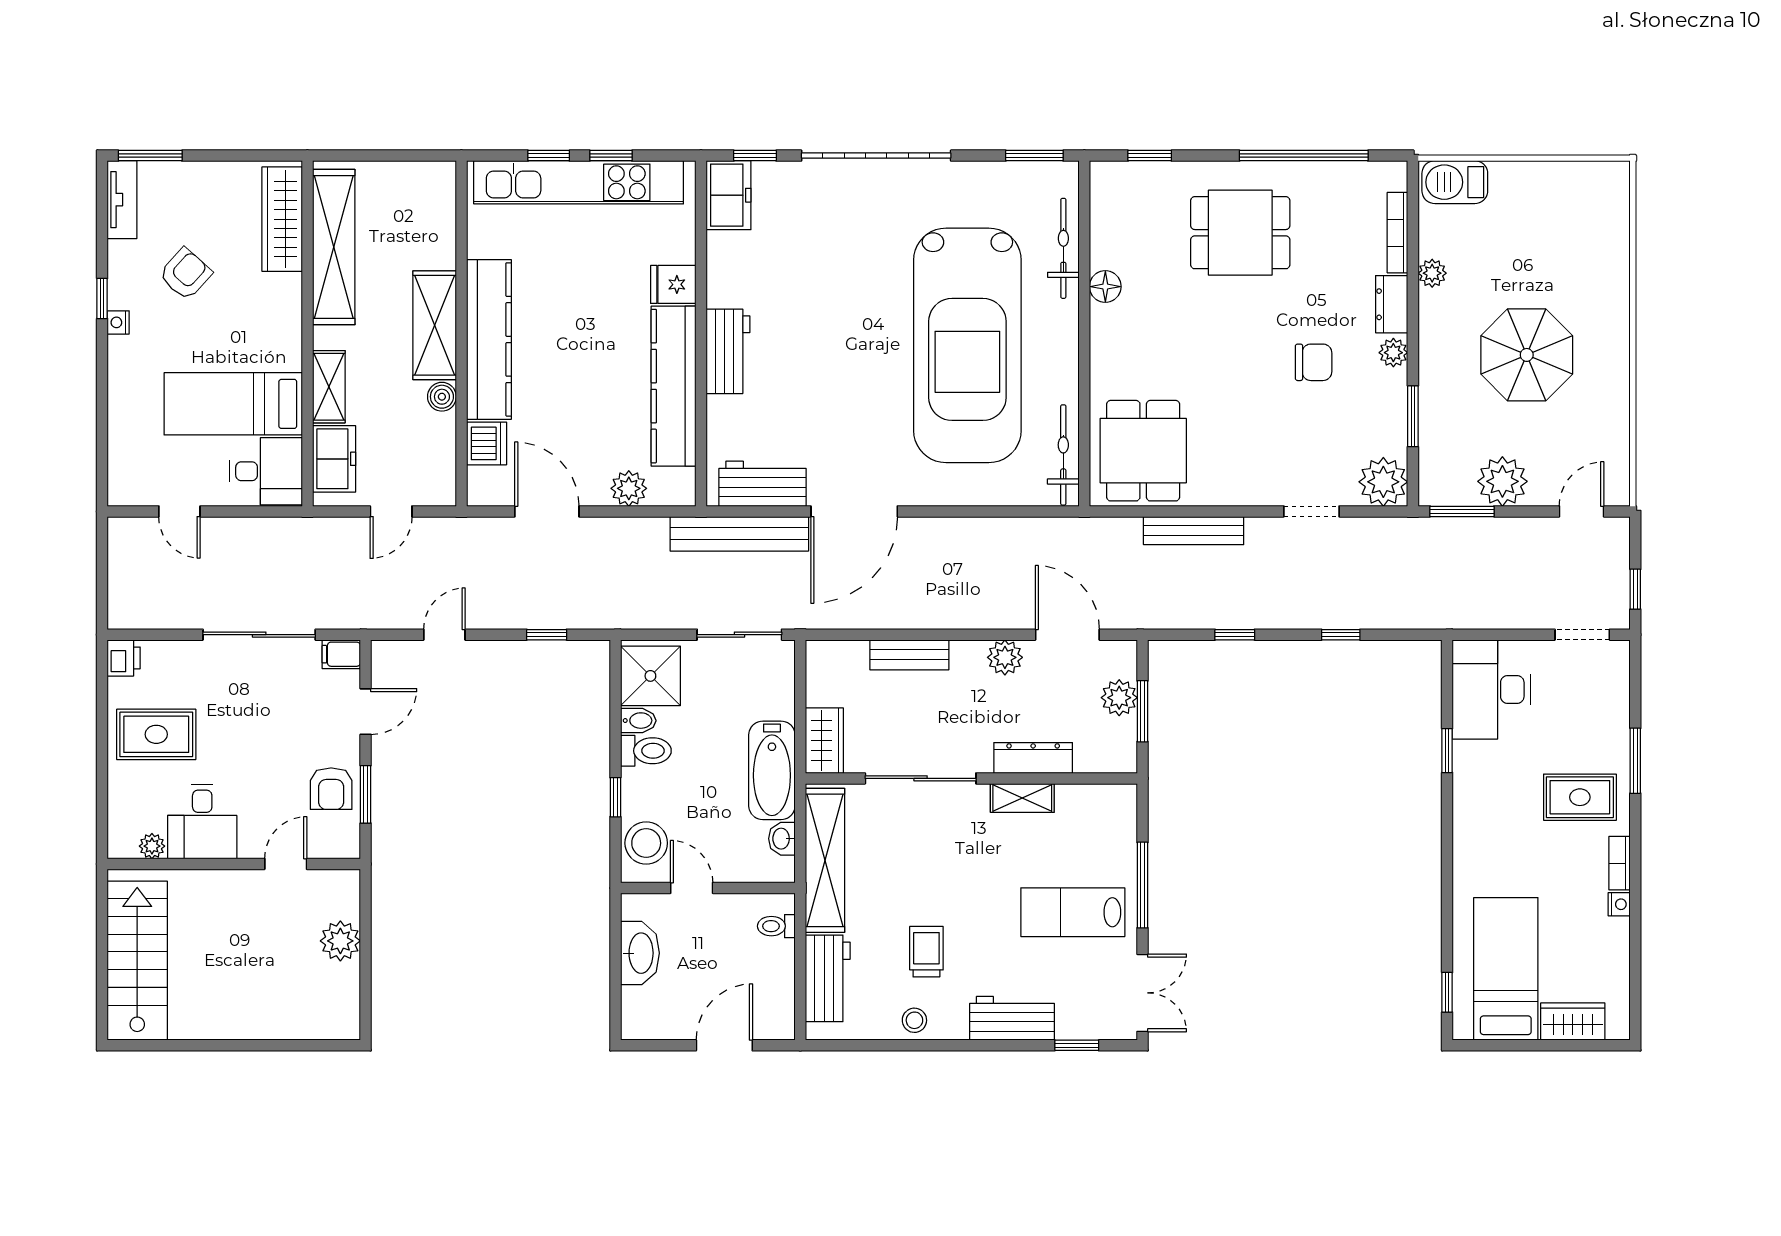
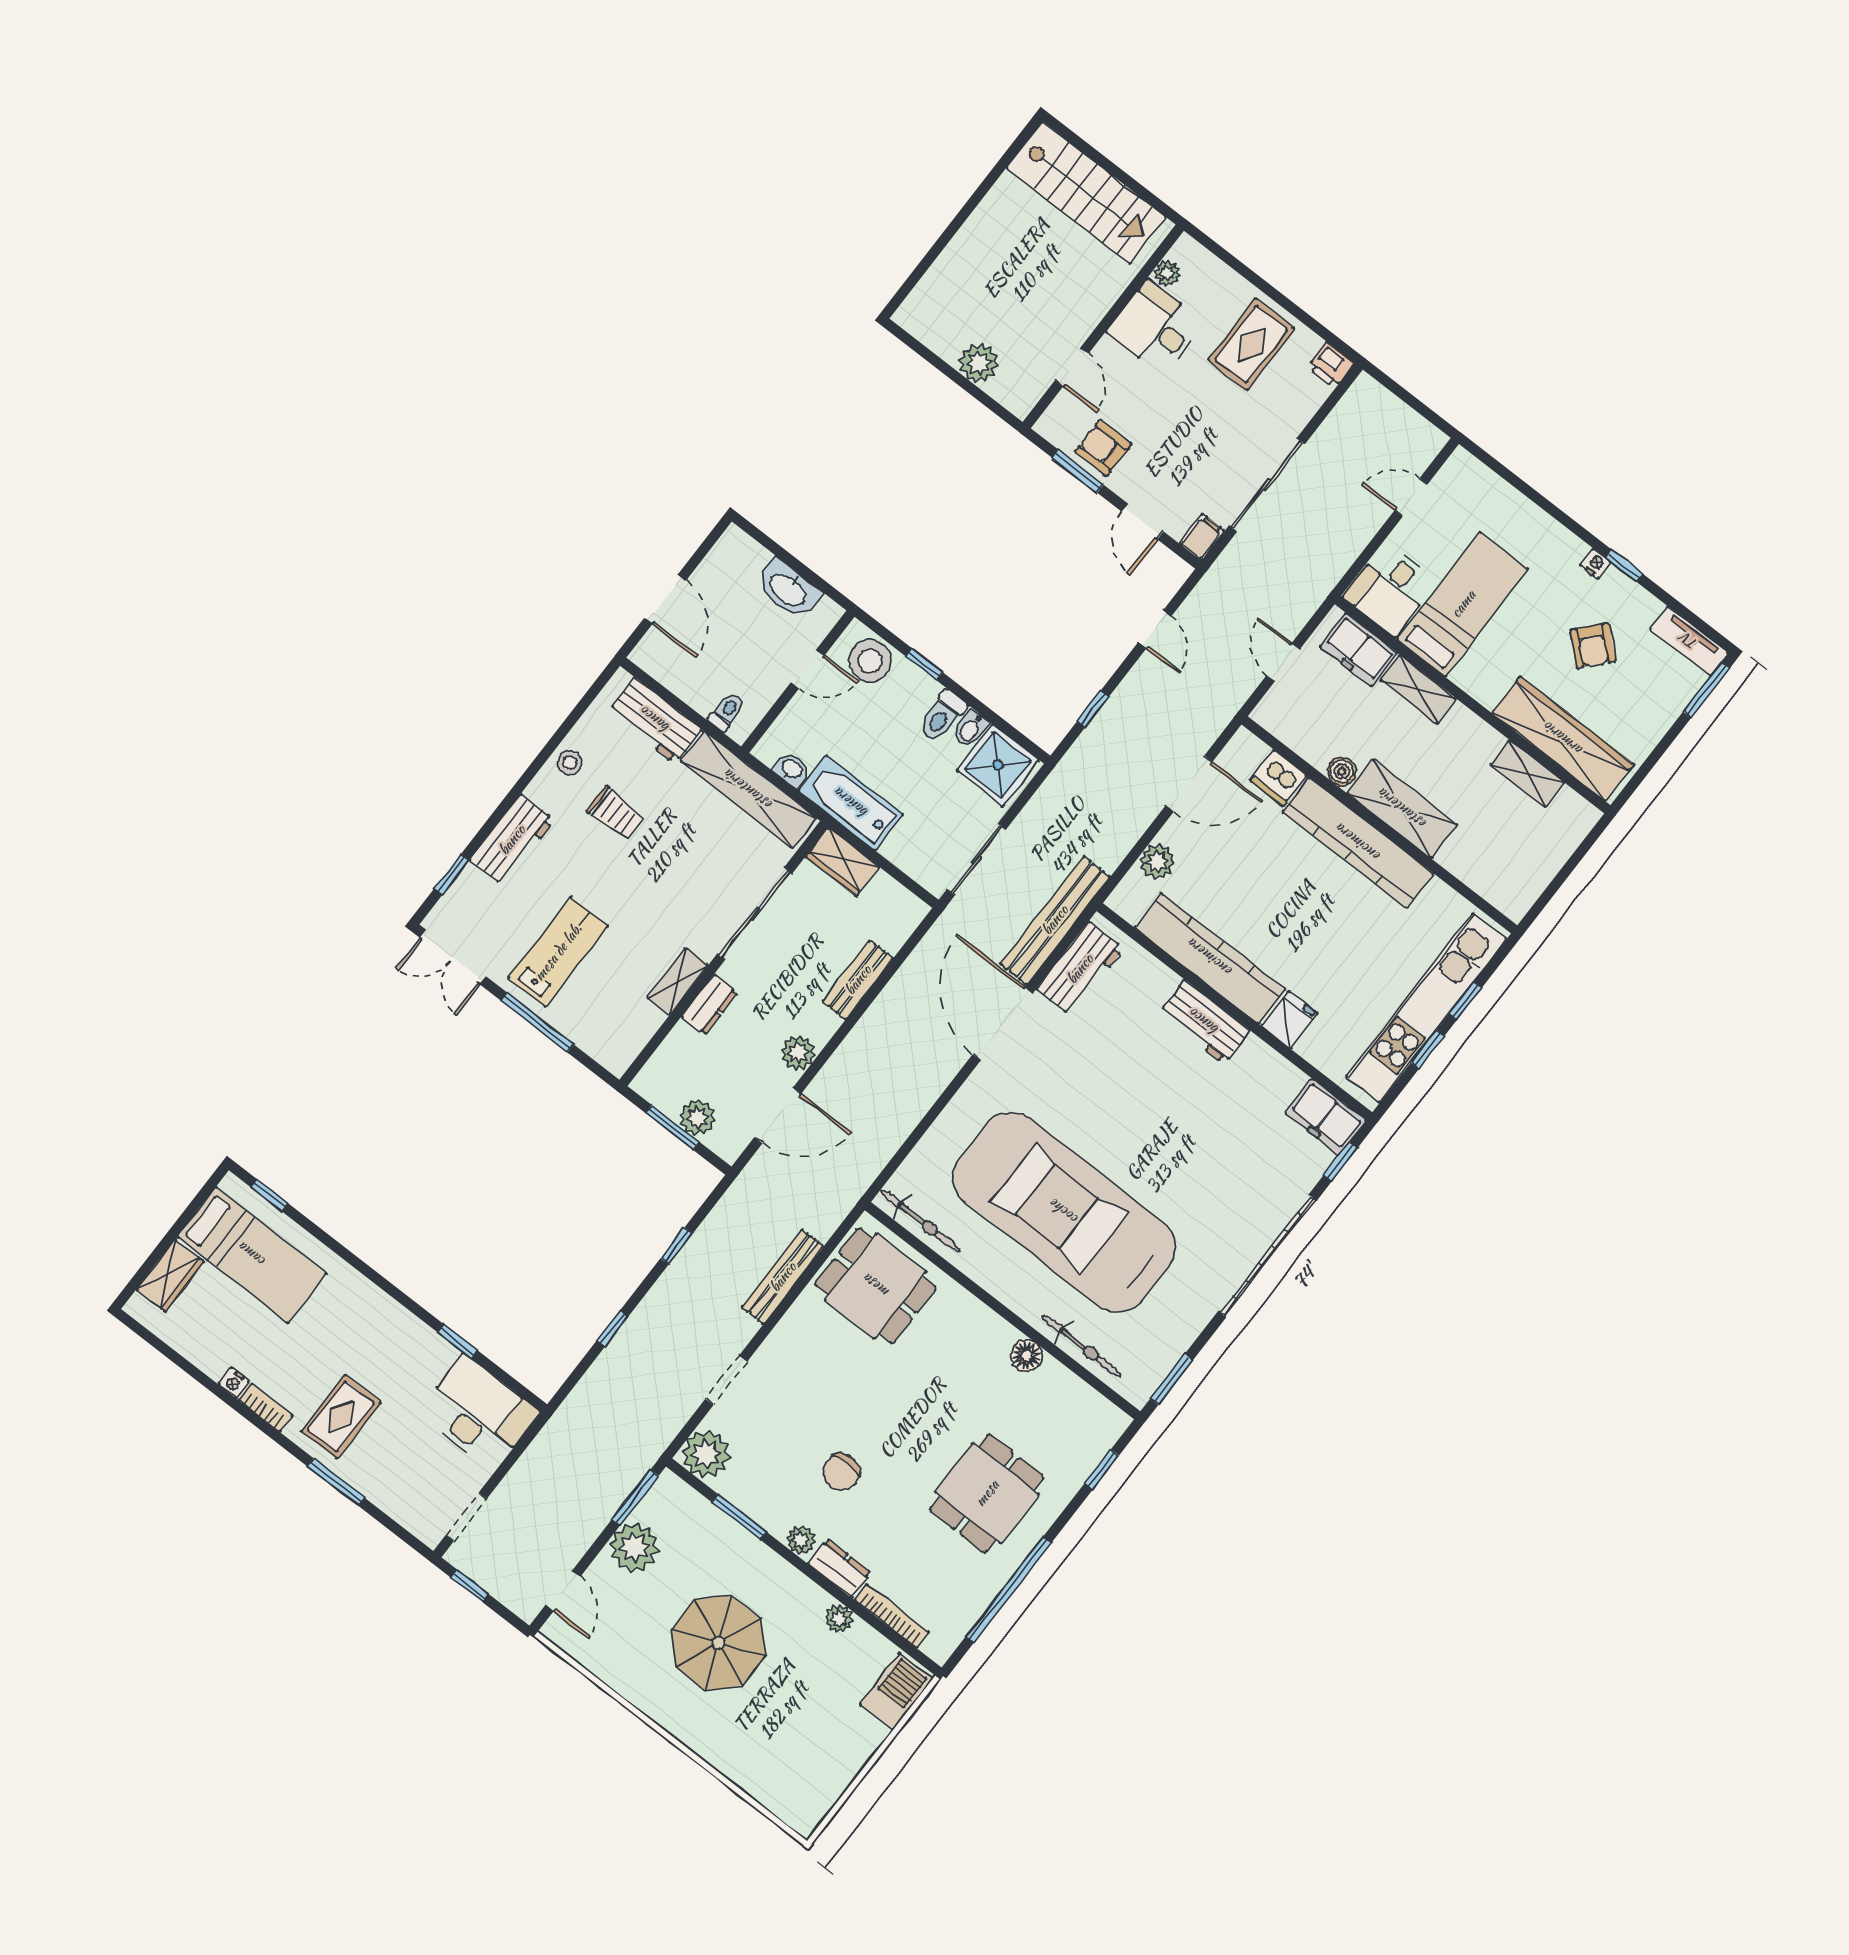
wardrobe: (282, 219) -> (1563, 739), width x1.40, depth x1.17
shelving: (334, 247) -> (1527, 773), width x0.45, depth x0.75
dresser: (1033, 758) -> (710, 1005), width x0.70

